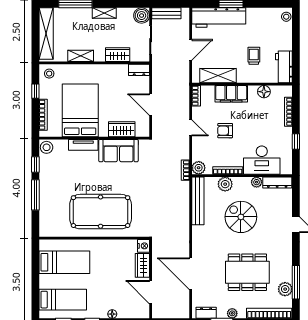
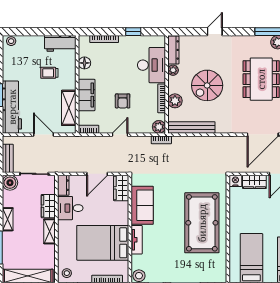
shelving: (81, 56) -> (49, 231), moved
desk: (116, 77) -> (70, 208), added
wardrobe: (122, 129) -> (121, 188), moved

